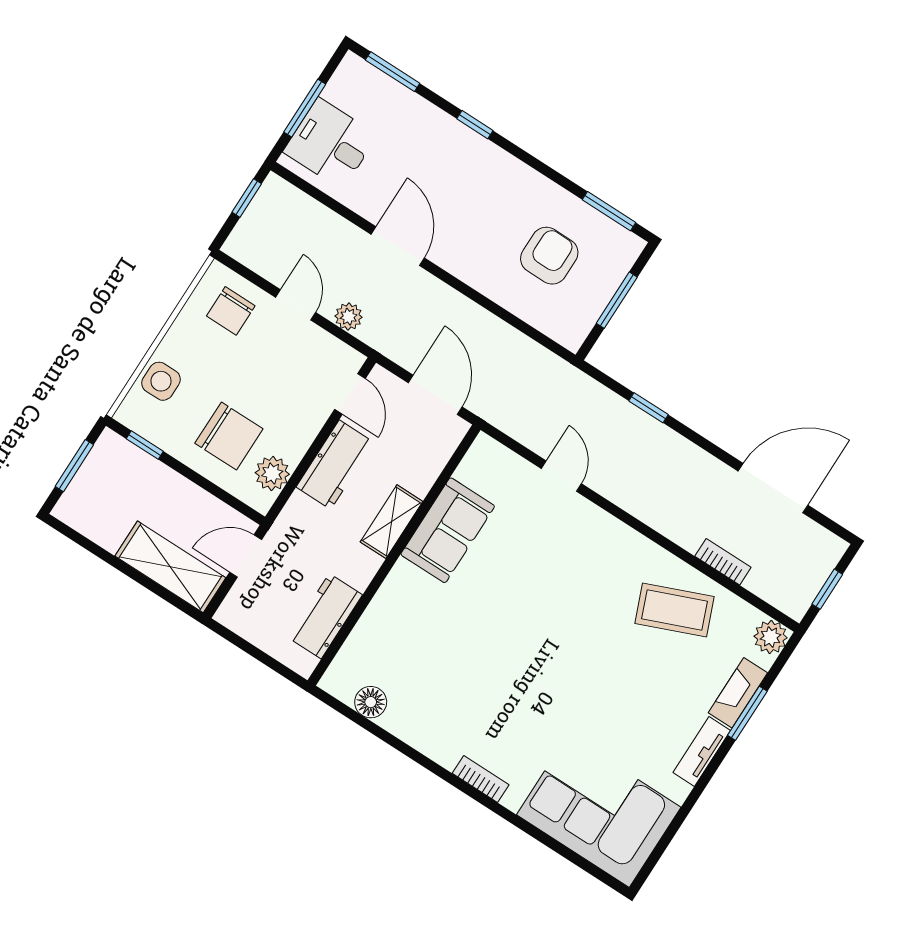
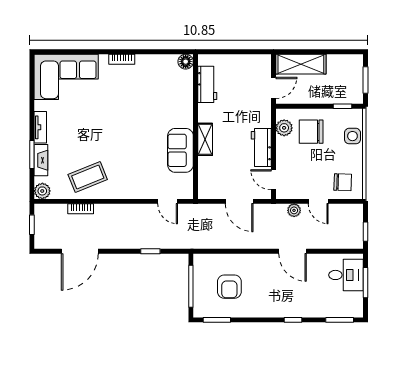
window: (617, 300) -> (191, 286), width x1.44
chair: (231, 311) -> (343, 182), turned 92
shelving: (391, 522) -> (205, 139), moved
sofa: (448, 530) -> (180, 150), moved
wall: (394, 555) -> (196, 127), moved
workbench: (325, 616) -> (207, 84), moved

